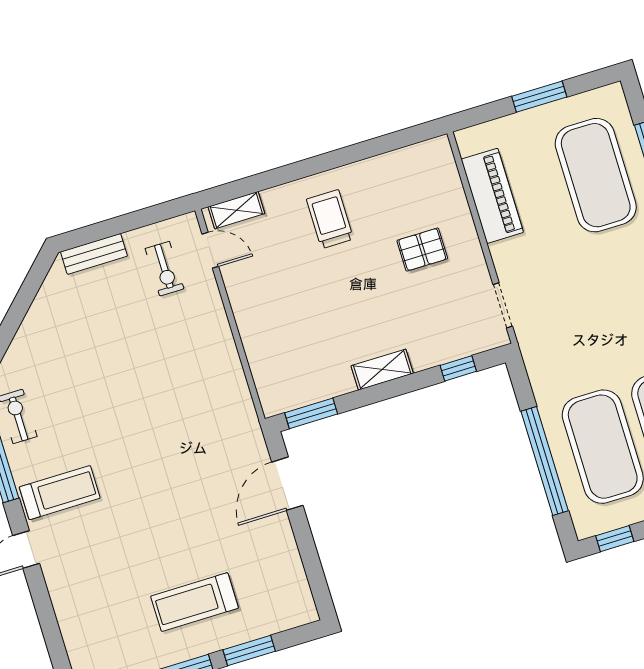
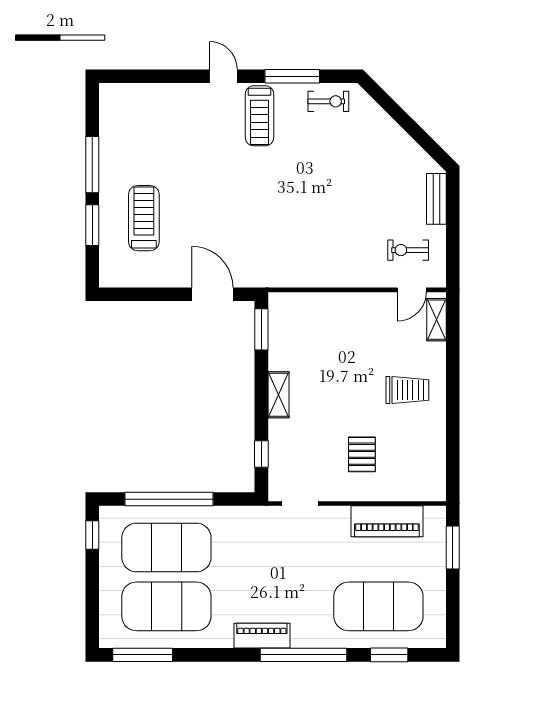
window: (539, 97) -> (453, 547), moved
treadmill: (195, 602) -> (144, 218), moved

